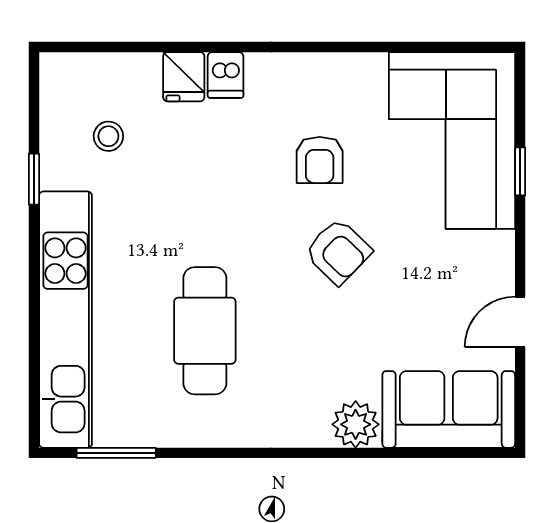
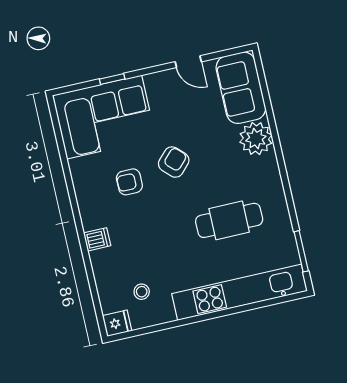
fridge: (184, 77) -> (117, 323), moved
armchair: (320, 160) -> (129, 182), turned 180
window: (34, 179) -> (172, 324), removed
plant: (356, 424) -> (256, 139), width x1.36, depth x1.36

